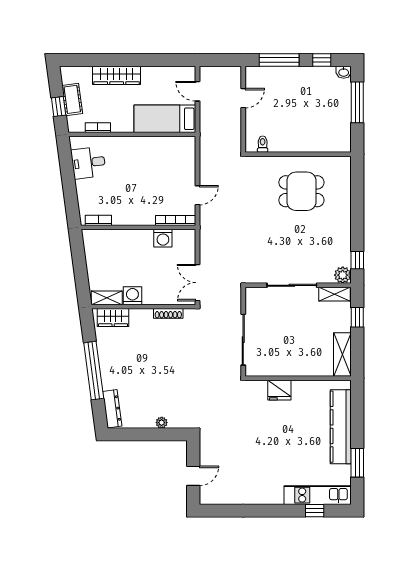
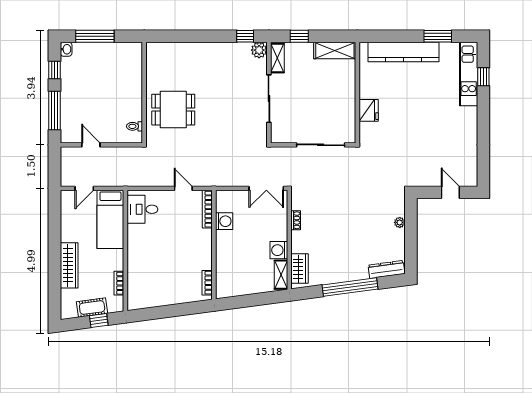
desk: (88, 163) -> (142, 209), moved, turned 98
dining table: (301, 191) -> (173, 110), moved, turned 90
shoe rack: (168, 313) -> (296, 220), width x0.70

